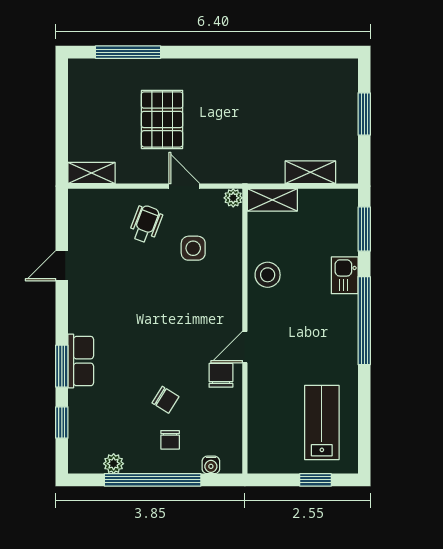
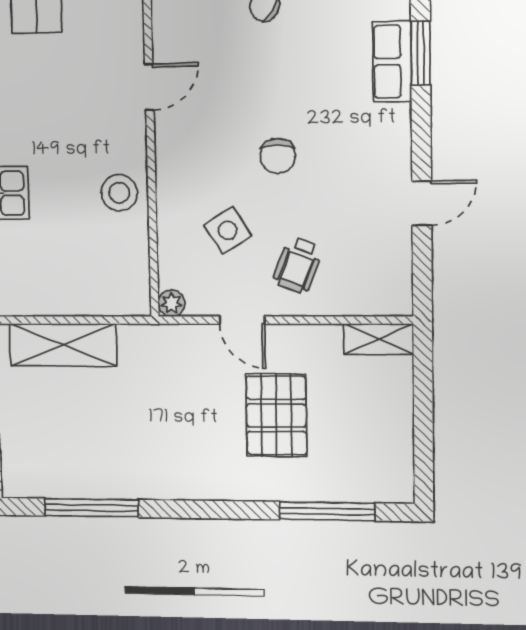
window: (293, 52) -> (91, 508), added
shelving: (310, 172) -> (63, 345), width x1.50, depth x1.33
shelving: (272, 200) -> (115, 301), removed
side table: (193, 248) -> (228, 230), turned -32
chair: (221, 375) -> (278, 156), moved

